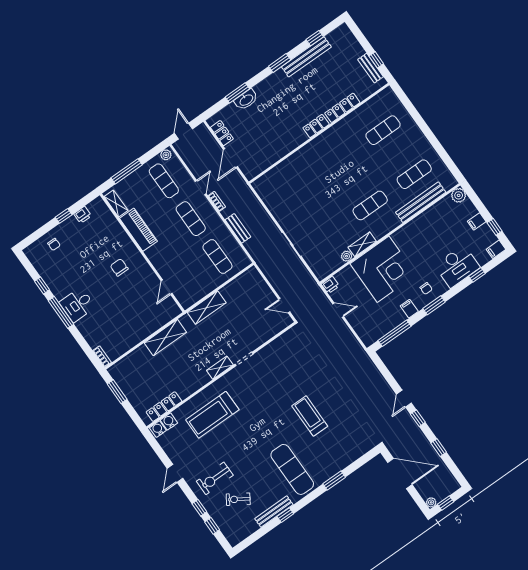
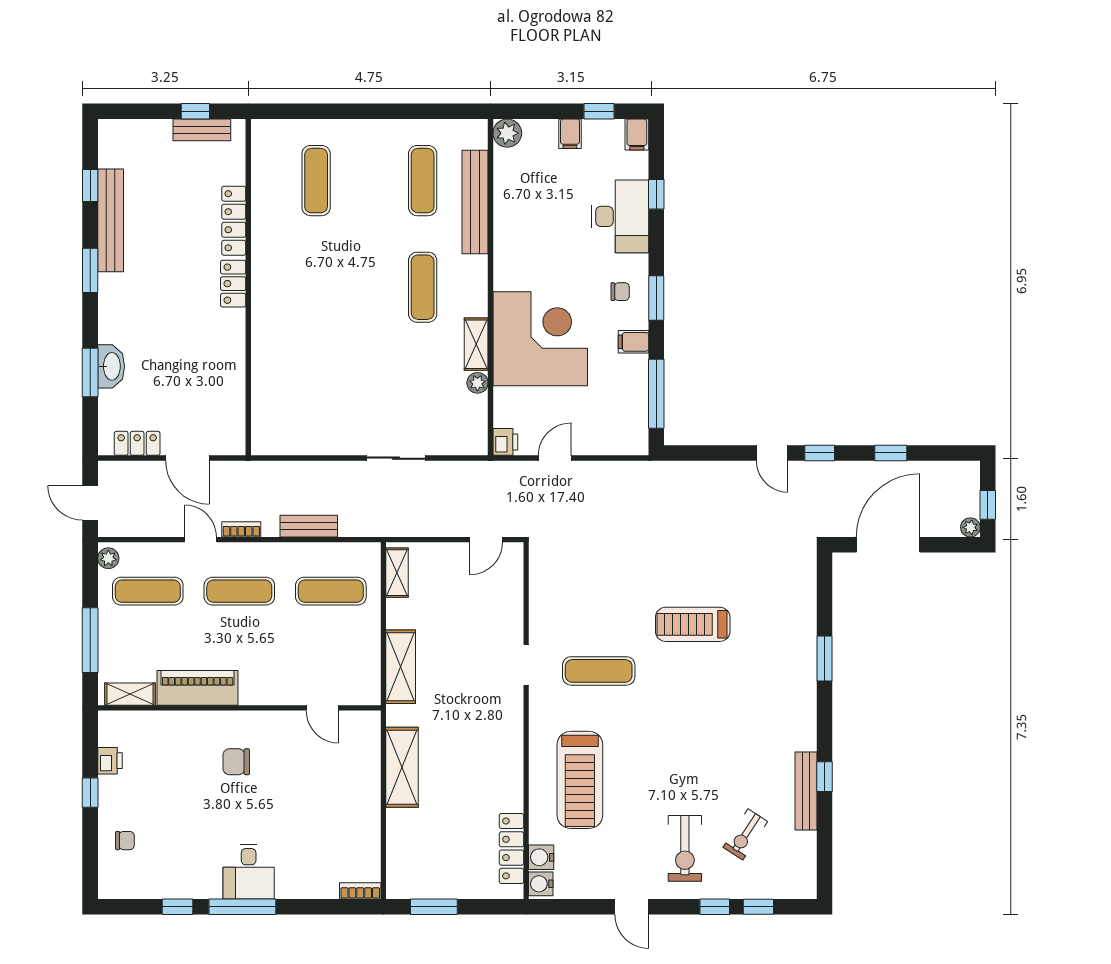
shelving: (220, 368) -> (397, 573), moved
exercise mat: (292, 469) -> (599, 671), moved, width x0.73, depth x0.69

